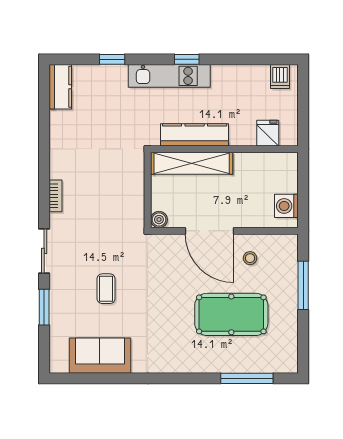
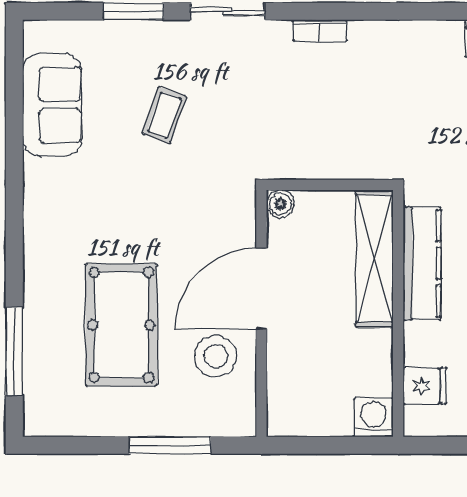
washing machine: (286, 206) -> (374, 417), moved
stool: (250, 258) -> (216, 356), width x1.89, depth x1.89
coffee table: (106, 289) -> (164, 115), turned -71

